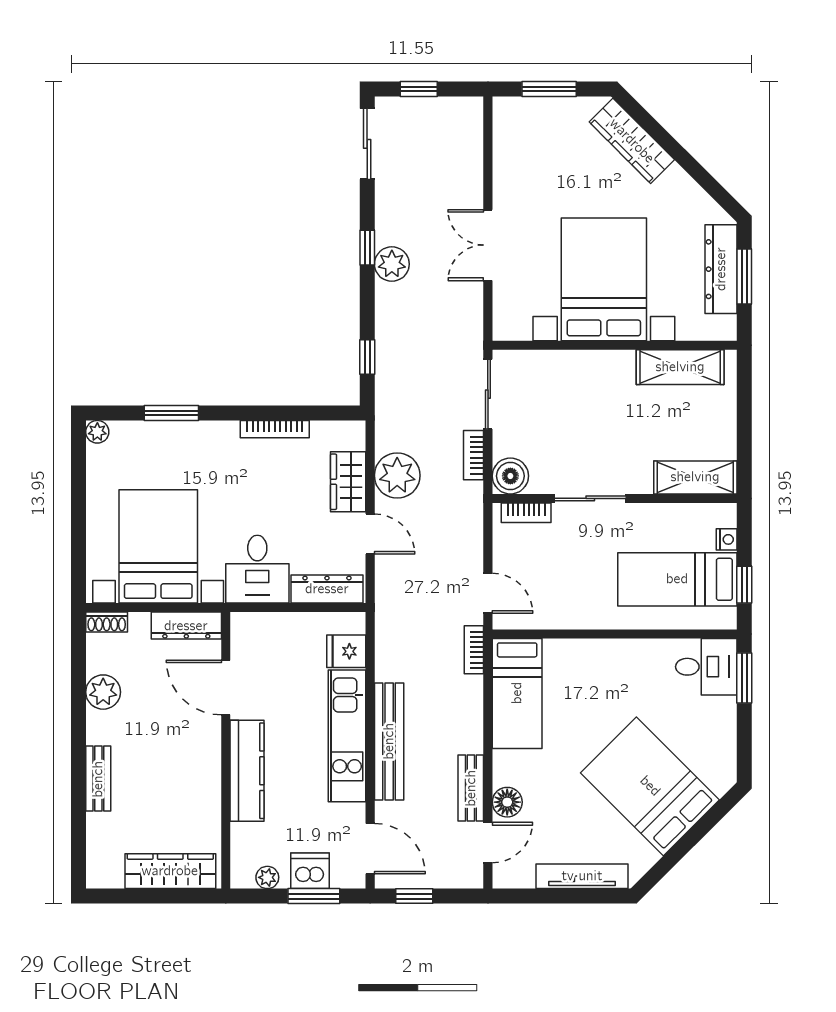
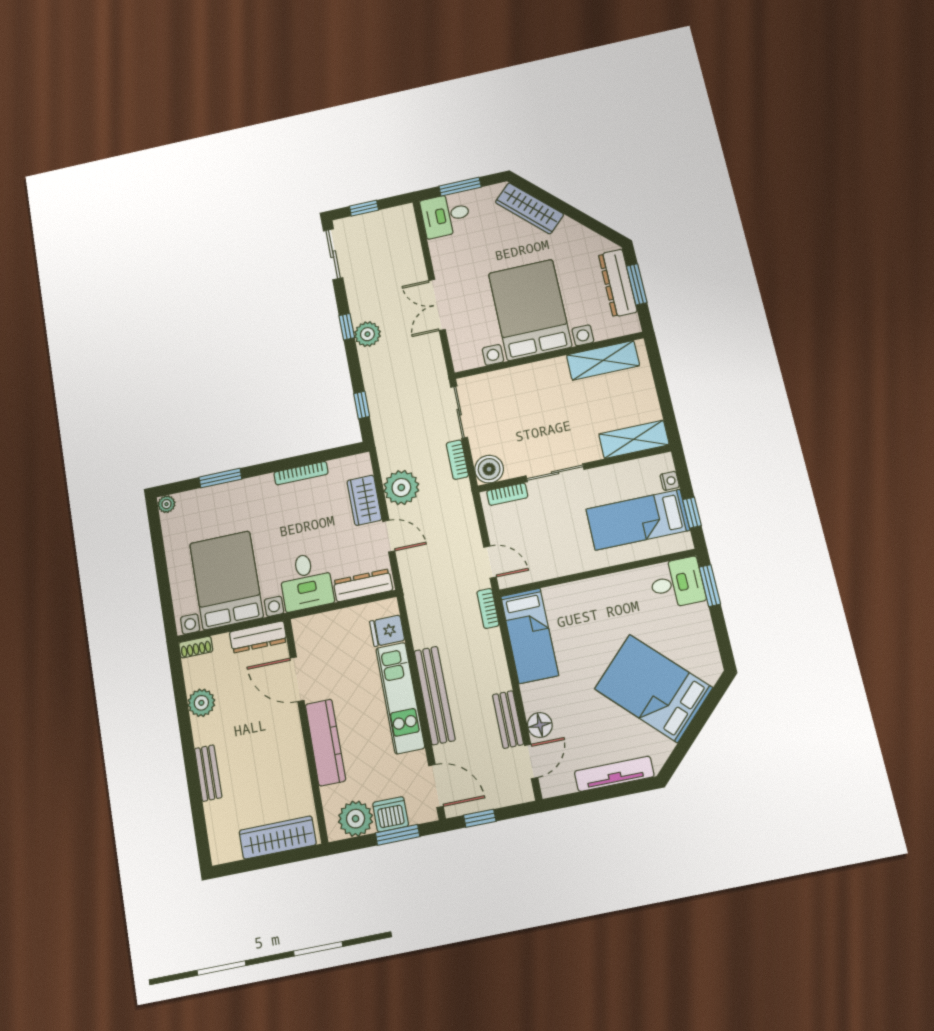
desk: (523, 125) -> (446, 215), added
plant: (267, 877) -> (356, 819), width x1.87, depth x1.87

